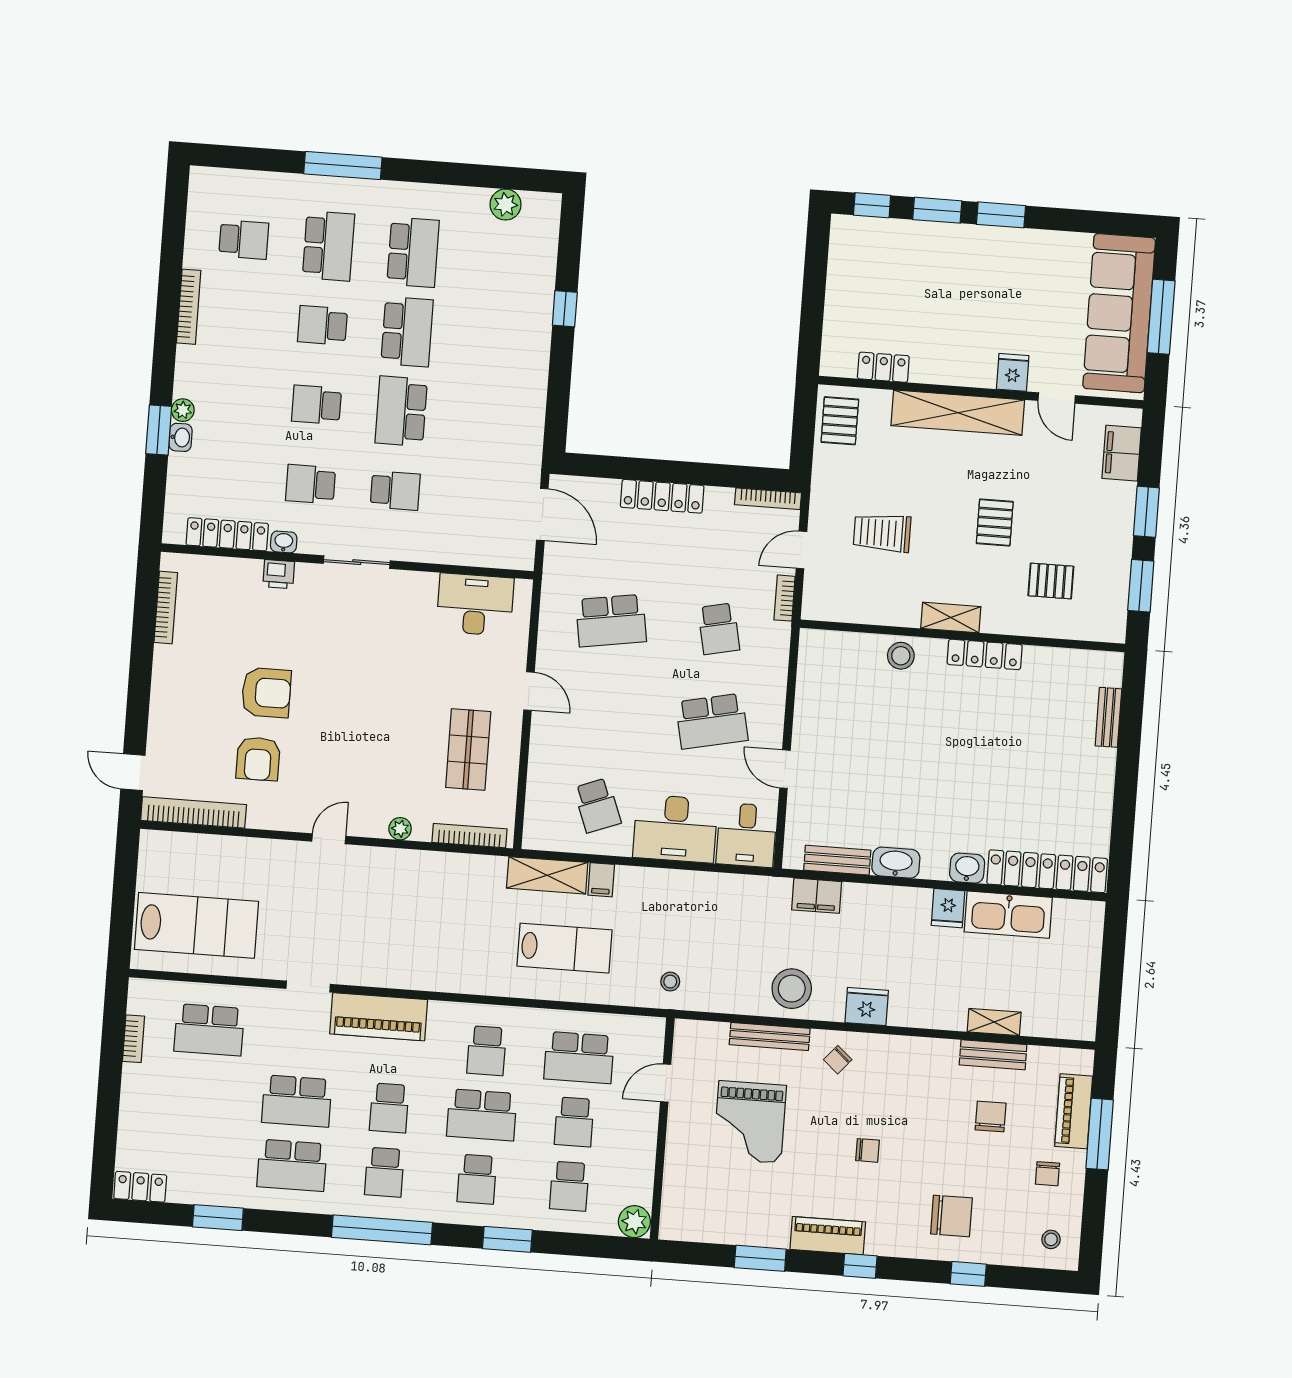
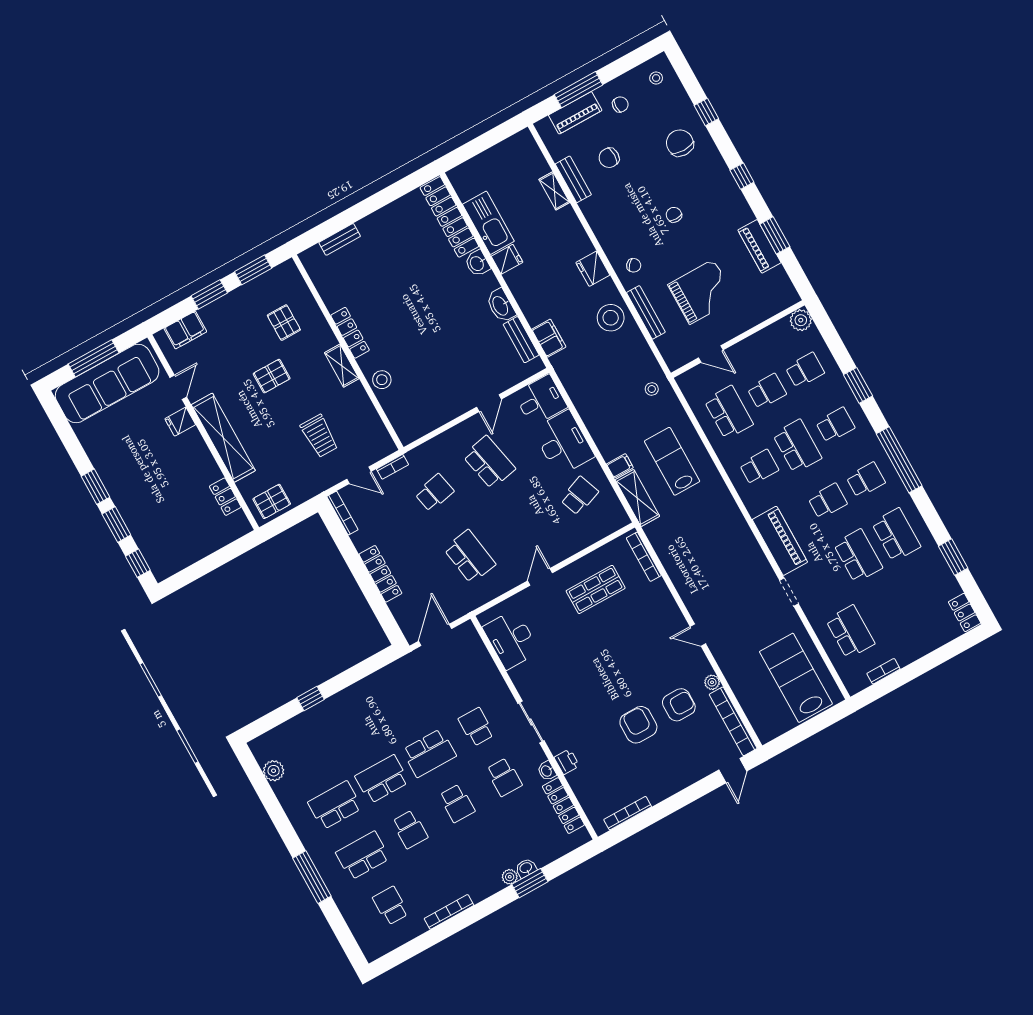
plant: (400, 829) -> (712, 682), moved
piano: (828, 1236) -> (759, 246), moved

